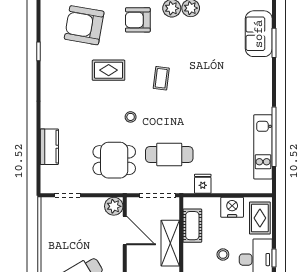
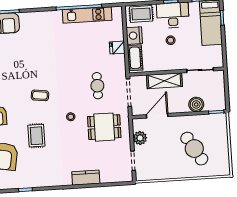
kitchen counter: (49, 147) -> (86, 178), moved
cafe table: (169, 155) -> (97, 86), width x0.73, depth x0.74
dining table: (114, 160) -> (104, 127), turned 90
fridge: (203, 184) -> (117, 48), moved
plant: (114, 206) -> (140, 138), moved
cot: (192, 226) -> (135, 58), moved, turned 90

